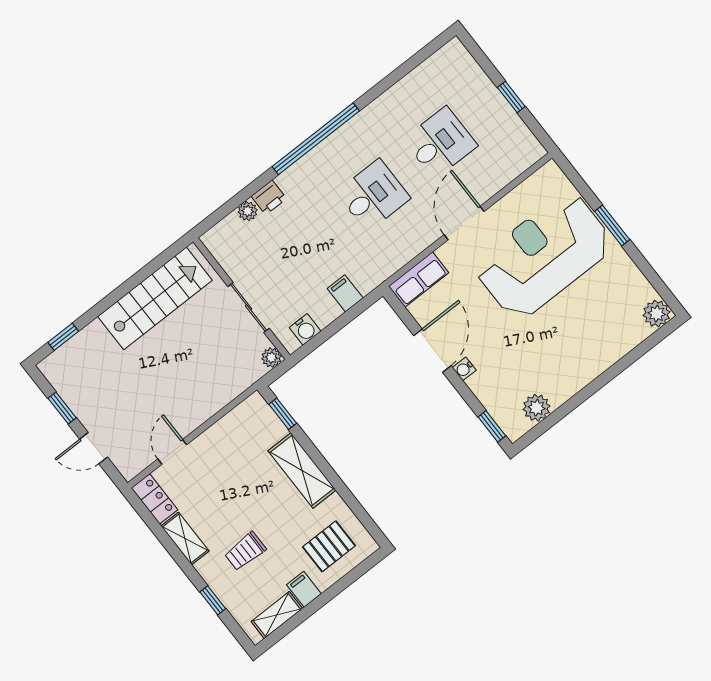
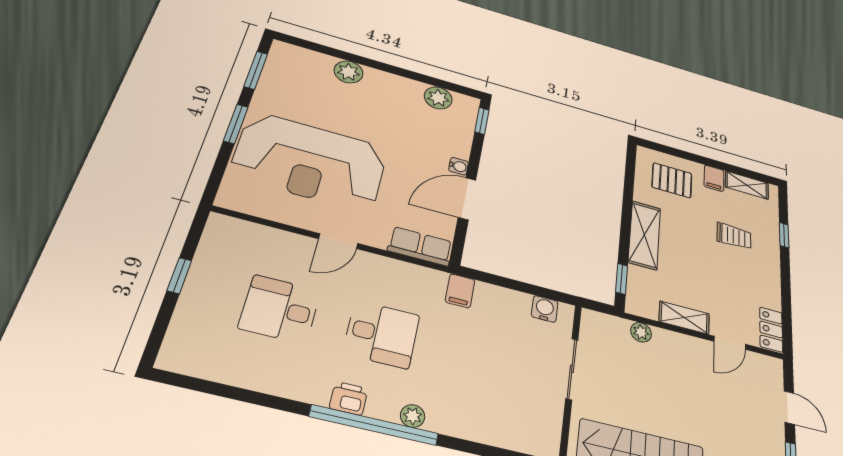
desk: (373, 195) -> (381, 334), turned 180
printer: (269, 197) -> (349, 398), moved
plant: (248, 211) -> (413, 416), moved
door: (464, 223) -> (338, 241), width x0.73
window: (653, 278) -> (256, 70), added
filing cabinet: (345, 293) -> (460, 291), moved
plant: (657, 314) -> (349, 72), moved
plant: (271, 358) -> (641, 332), moved
shelving: (185, 539) -> (684, 318), moved, turned 90

